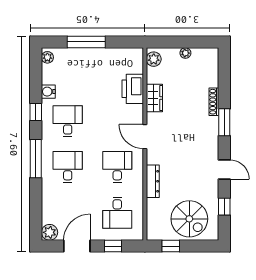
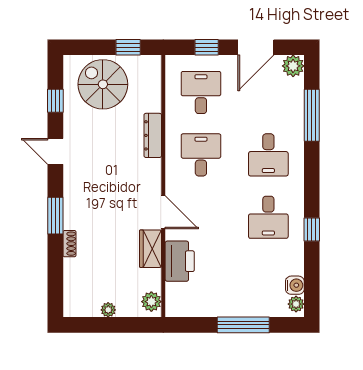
water cooler: (48, 92) -> (295, 285), moved
shoe rack: (214, 102) -> (69, 244), width x0.70
door: (145, 137) -> (163, 212), moved
window: (36, 159) -> (312, 115), moved
desk: (117, 167) -> (201, 155), turned 180

